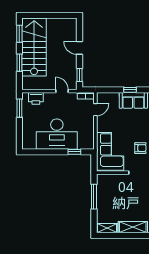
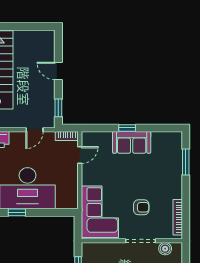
door: (62, 91) -> (34, 130), swing flipped
window: (74, 152) -> (17, 212), moved

